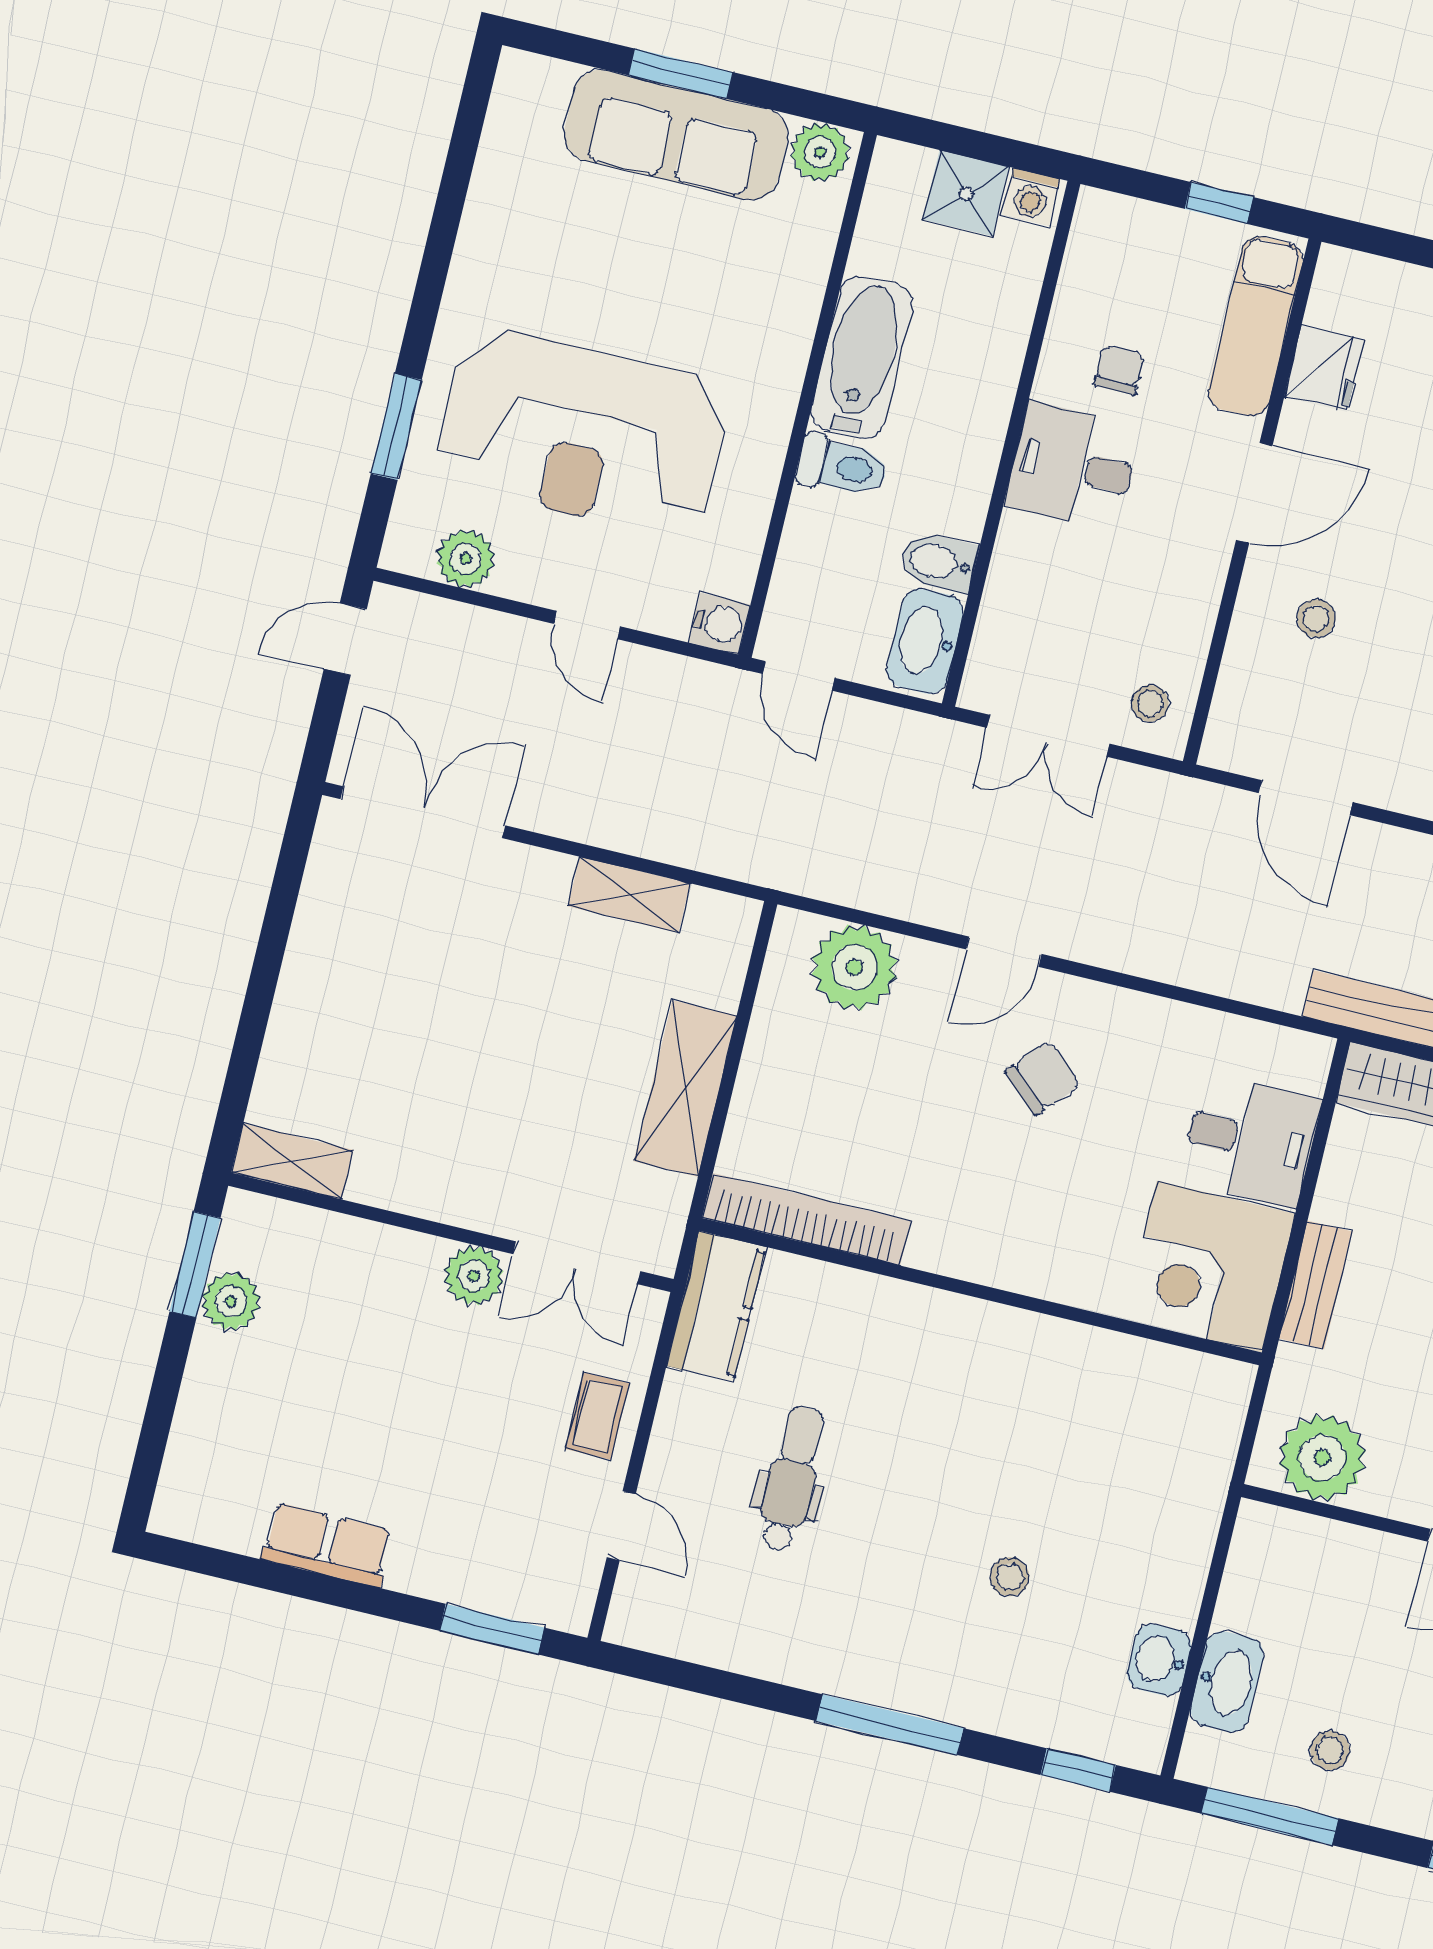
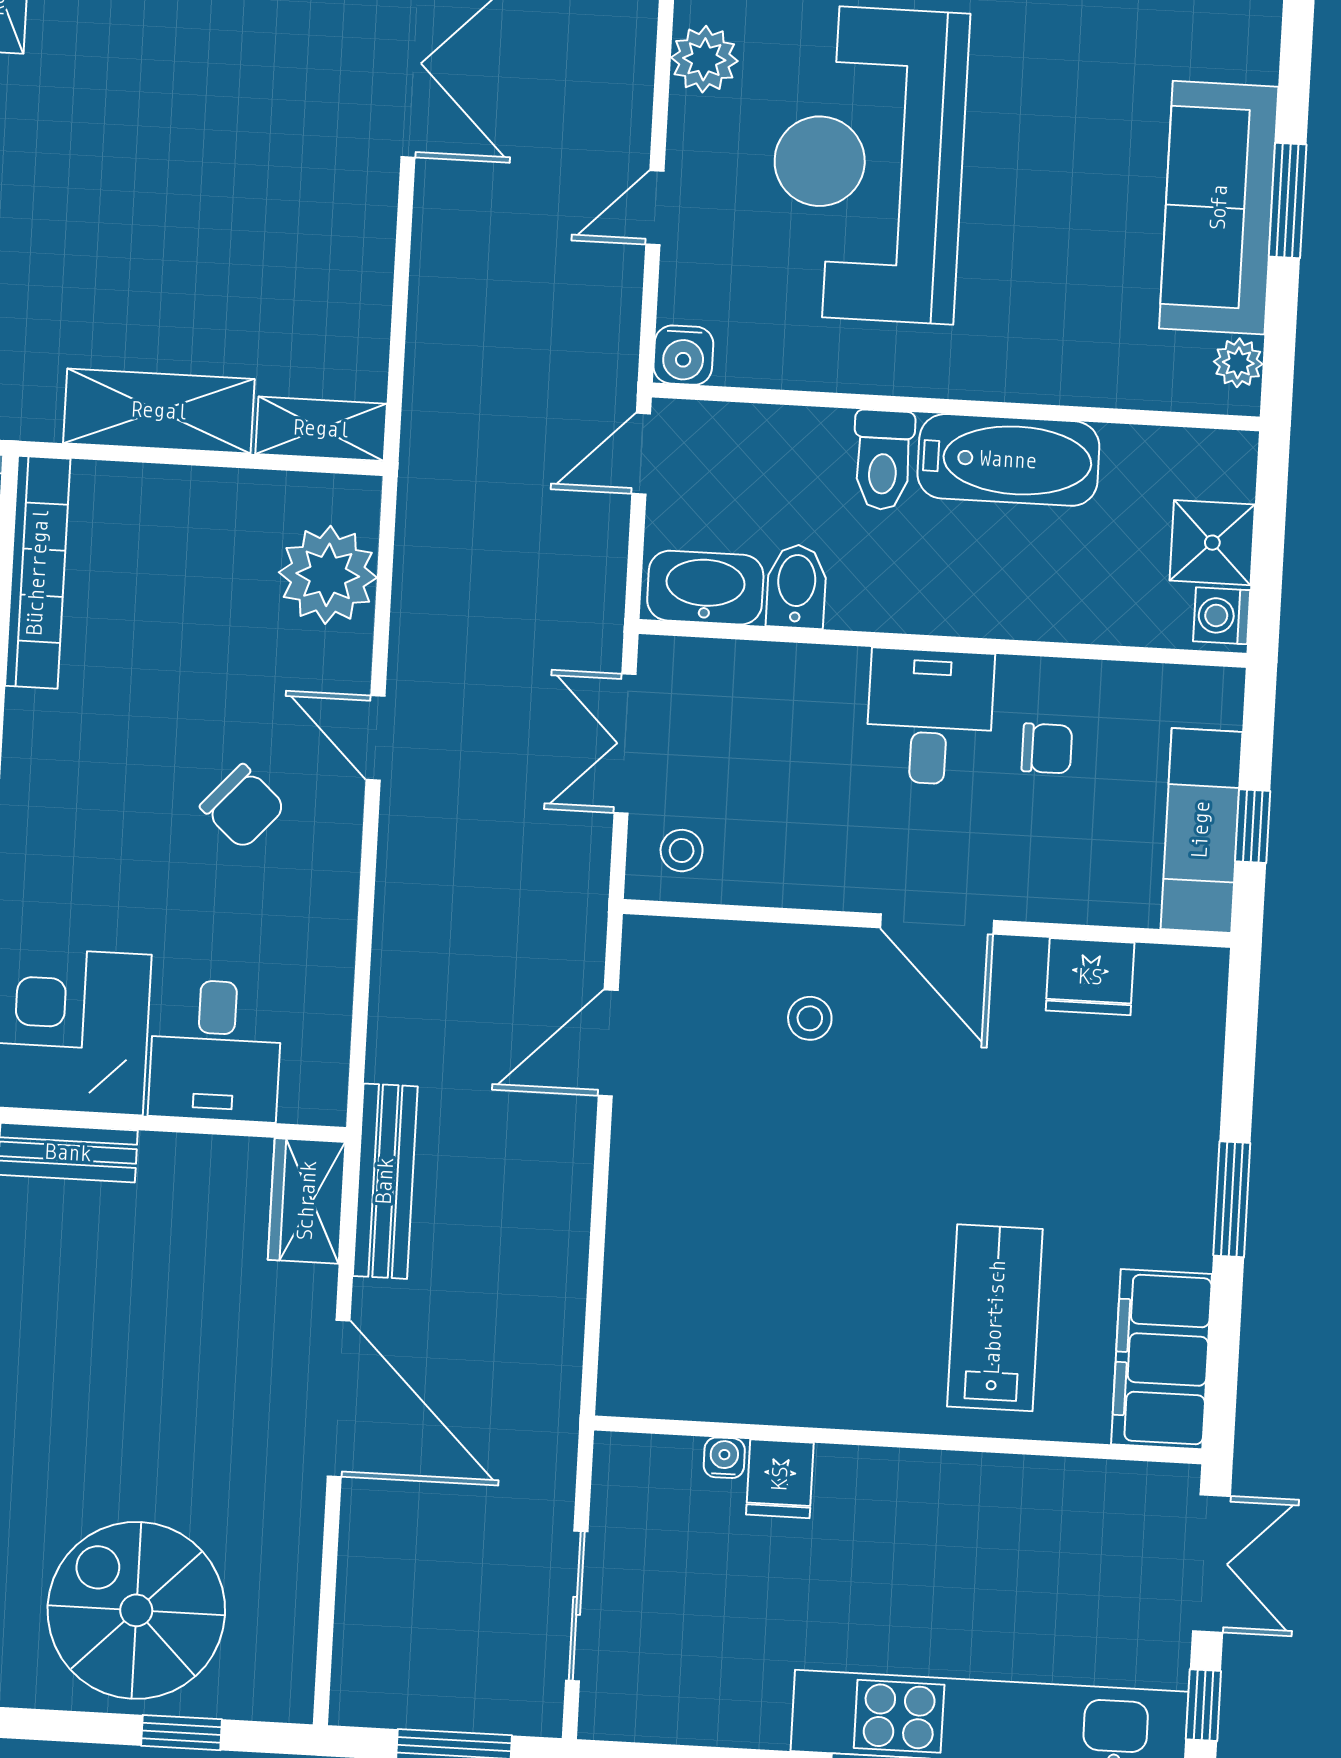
plant: (820, 152) -> (1238, 363), width x0.73, depth x0.73
exam couch: (1255, 326) -> (1201, 830), moved, turned -90
shelving: (629, 895) -> (321, 429), moved, turned 90

